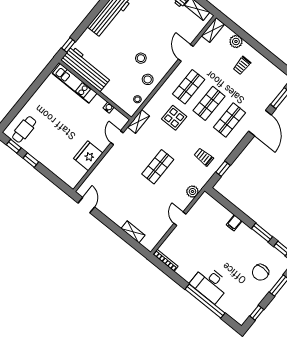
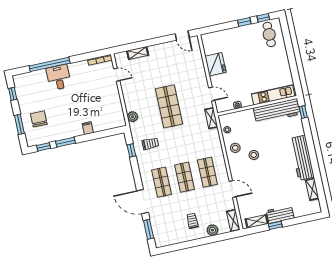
display table: (174, 118) -> (194, 145), removed
shop shelf: (158, 167) -> (169, 106), width x1.43, depth x1.36
door: (180, 219) -> (117, 75), moved
desk: (210, 284) -> (59, 77), width x0.73

